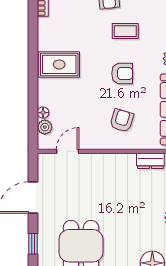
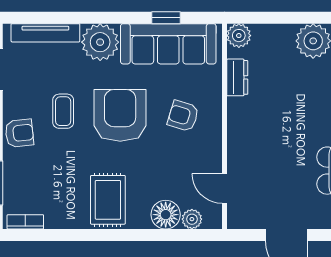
armchair: (122, 73) -> (120, 115), width x1.88, depth x1.88
floor lamp: (43, 113) -> (166, 215), width x1.89, depth x1.89

